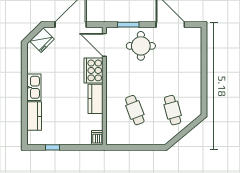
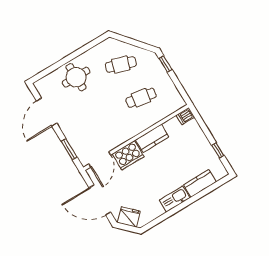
round table: (141, 46) -> (76, 77), moved
cafe table: (135, 110) -> (141, 98), turned 30
cafe table: (173, 110) -> (121, 64), turned 33
window: (150, 147) -> (166, 64), added

